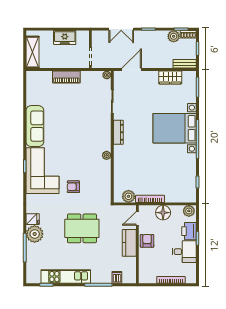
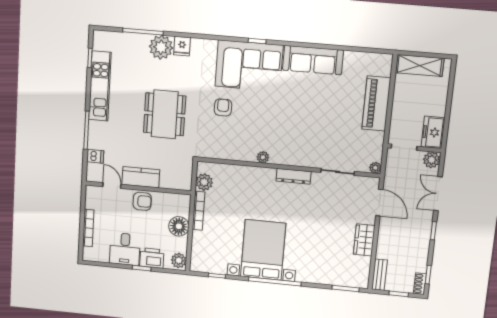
plant: (174, 36) -> (432, 160), moved
freezer: (65, 38) -> (433, 132), moved
piano: (66, 77) -> (376, 104), width x1.37, depth x1.33
wardrobe: (170, 77) -> (364, 240), moved
bed with nightstands: (175, 128) -> (263, 250), moved
door: (137, 218) -> (112, 185), moved

